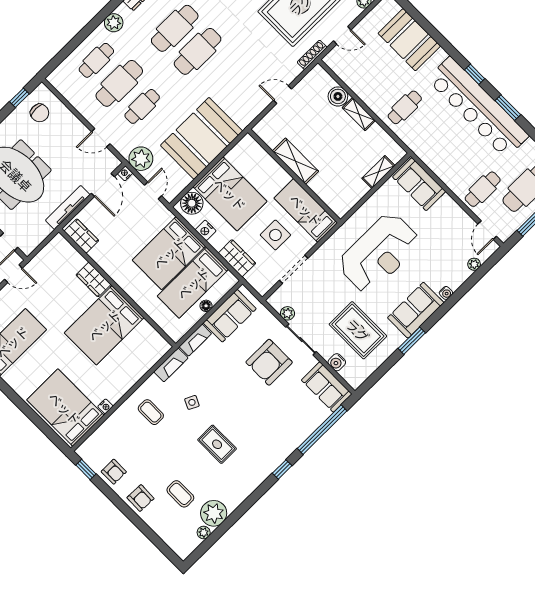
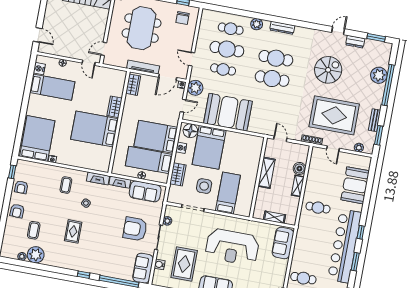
shelving: (295, 161) -> (267, 173), moved
wall: (294, 176) -> (258, 178), moved

